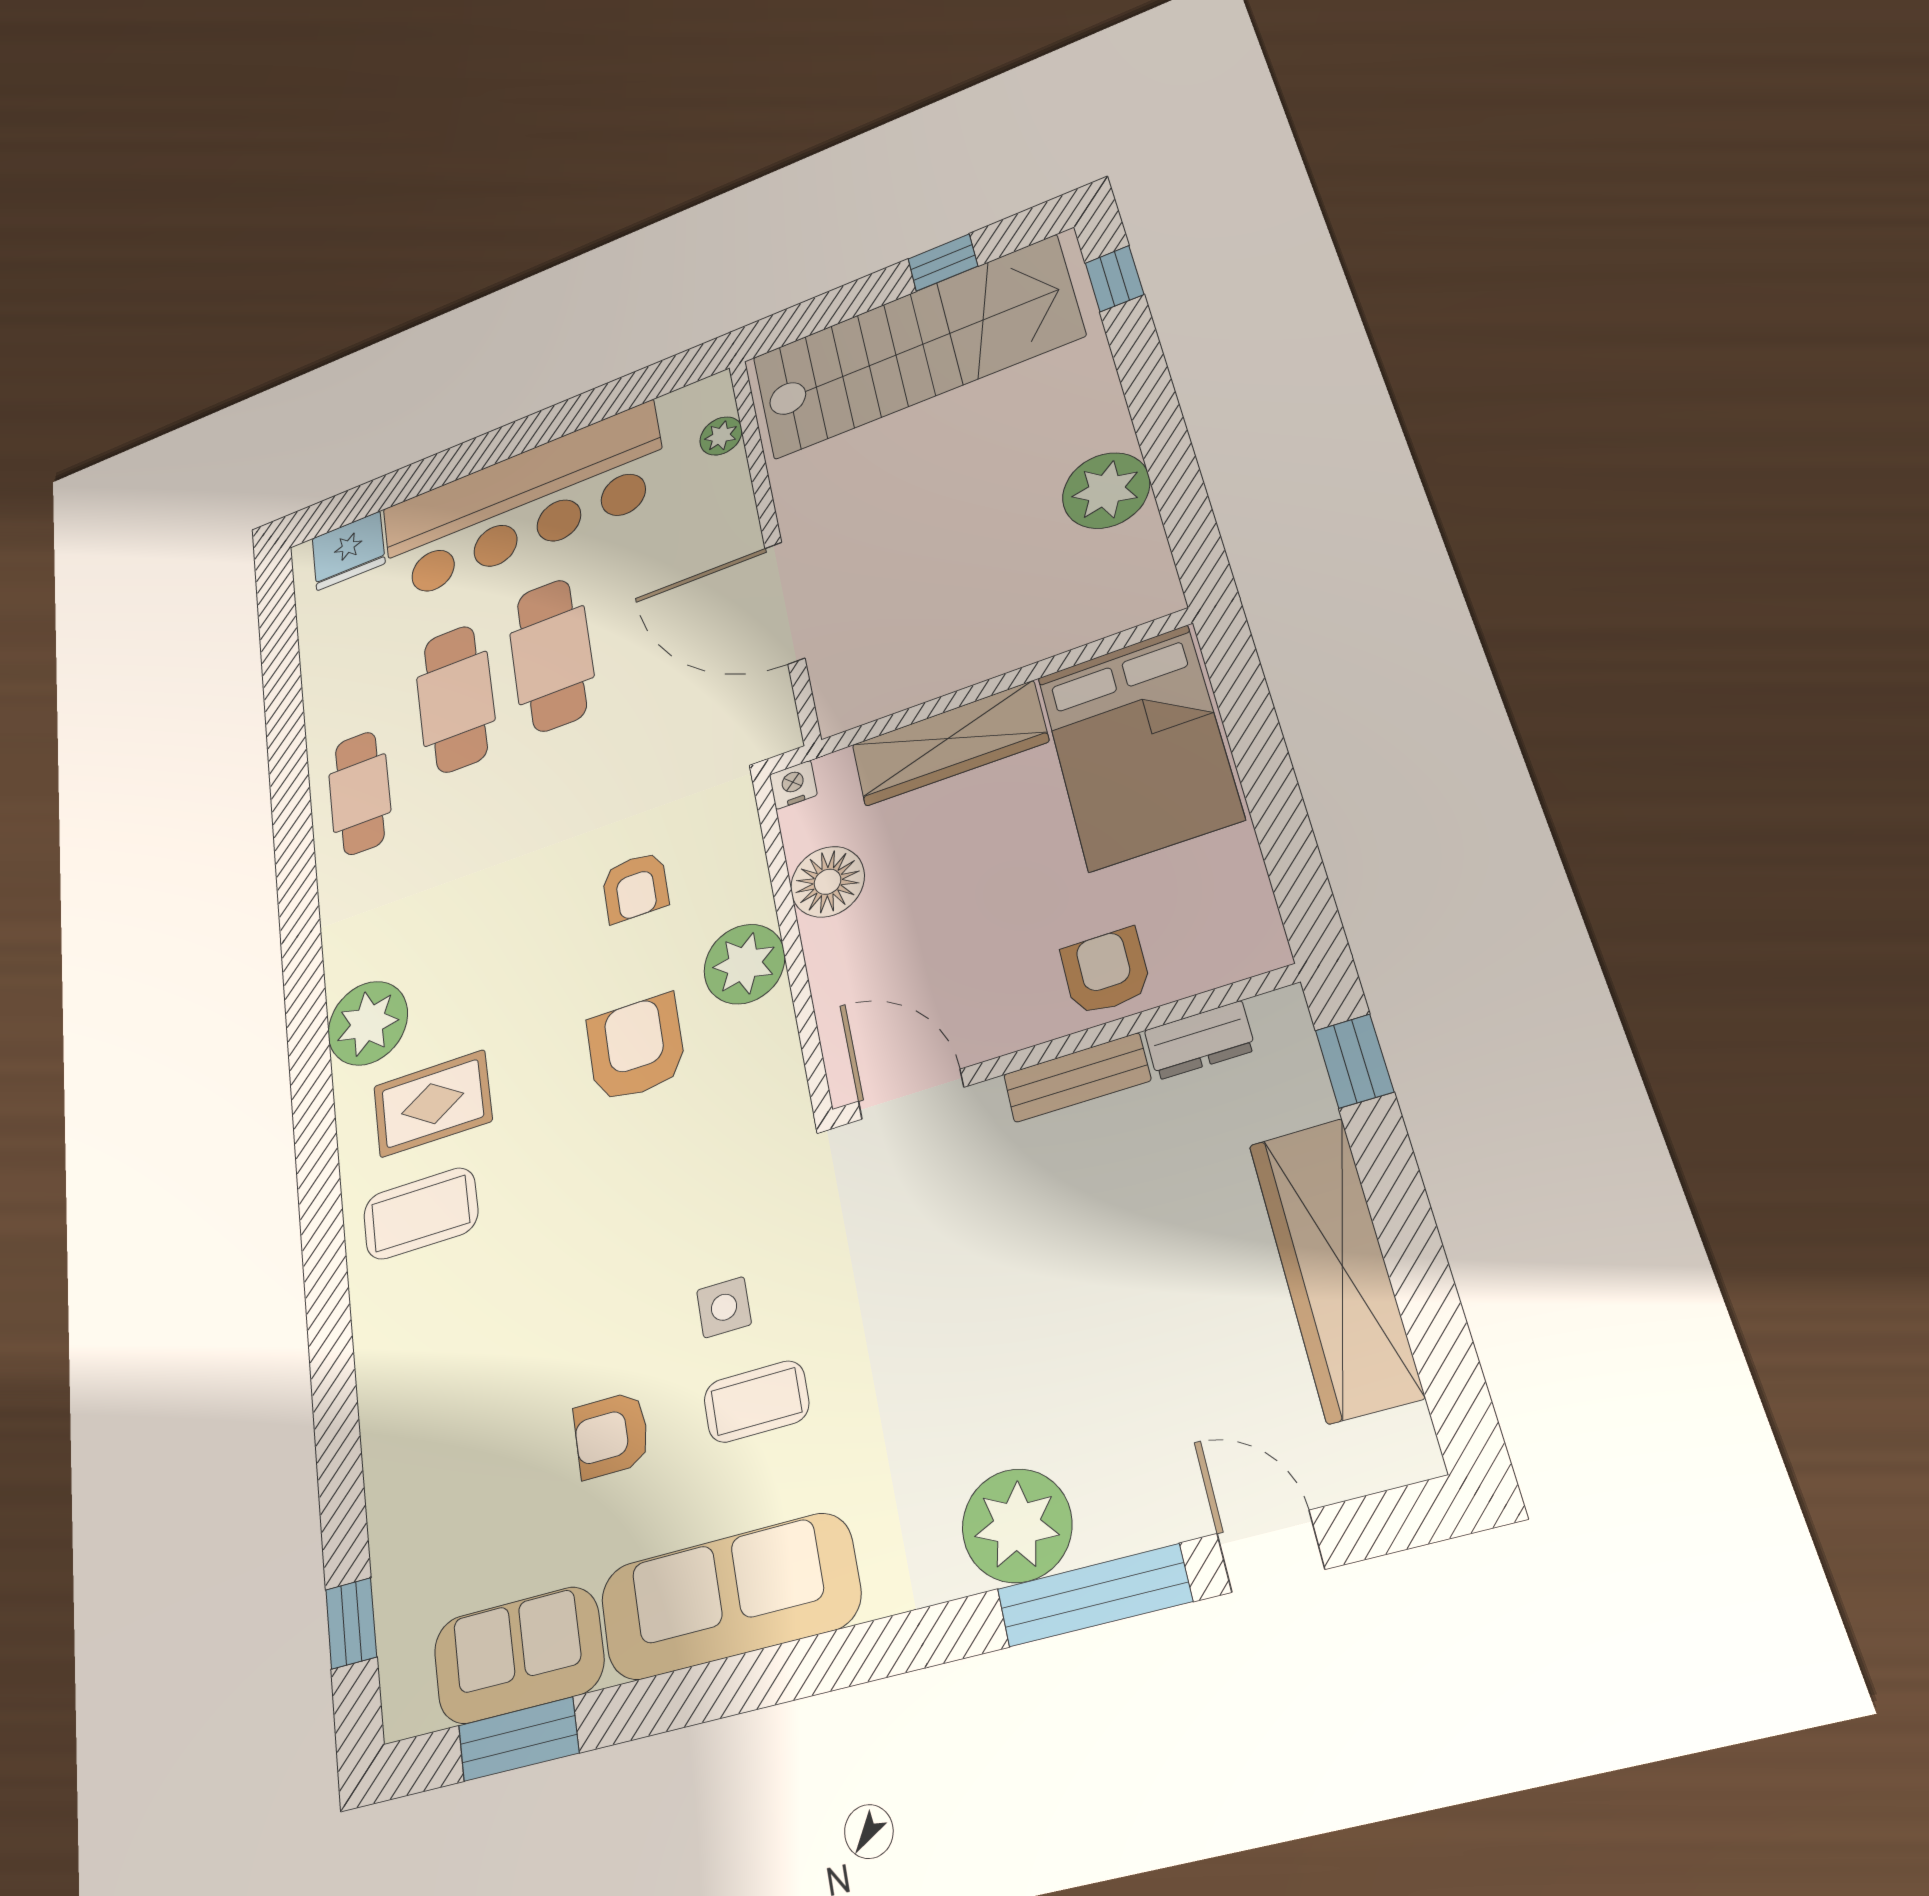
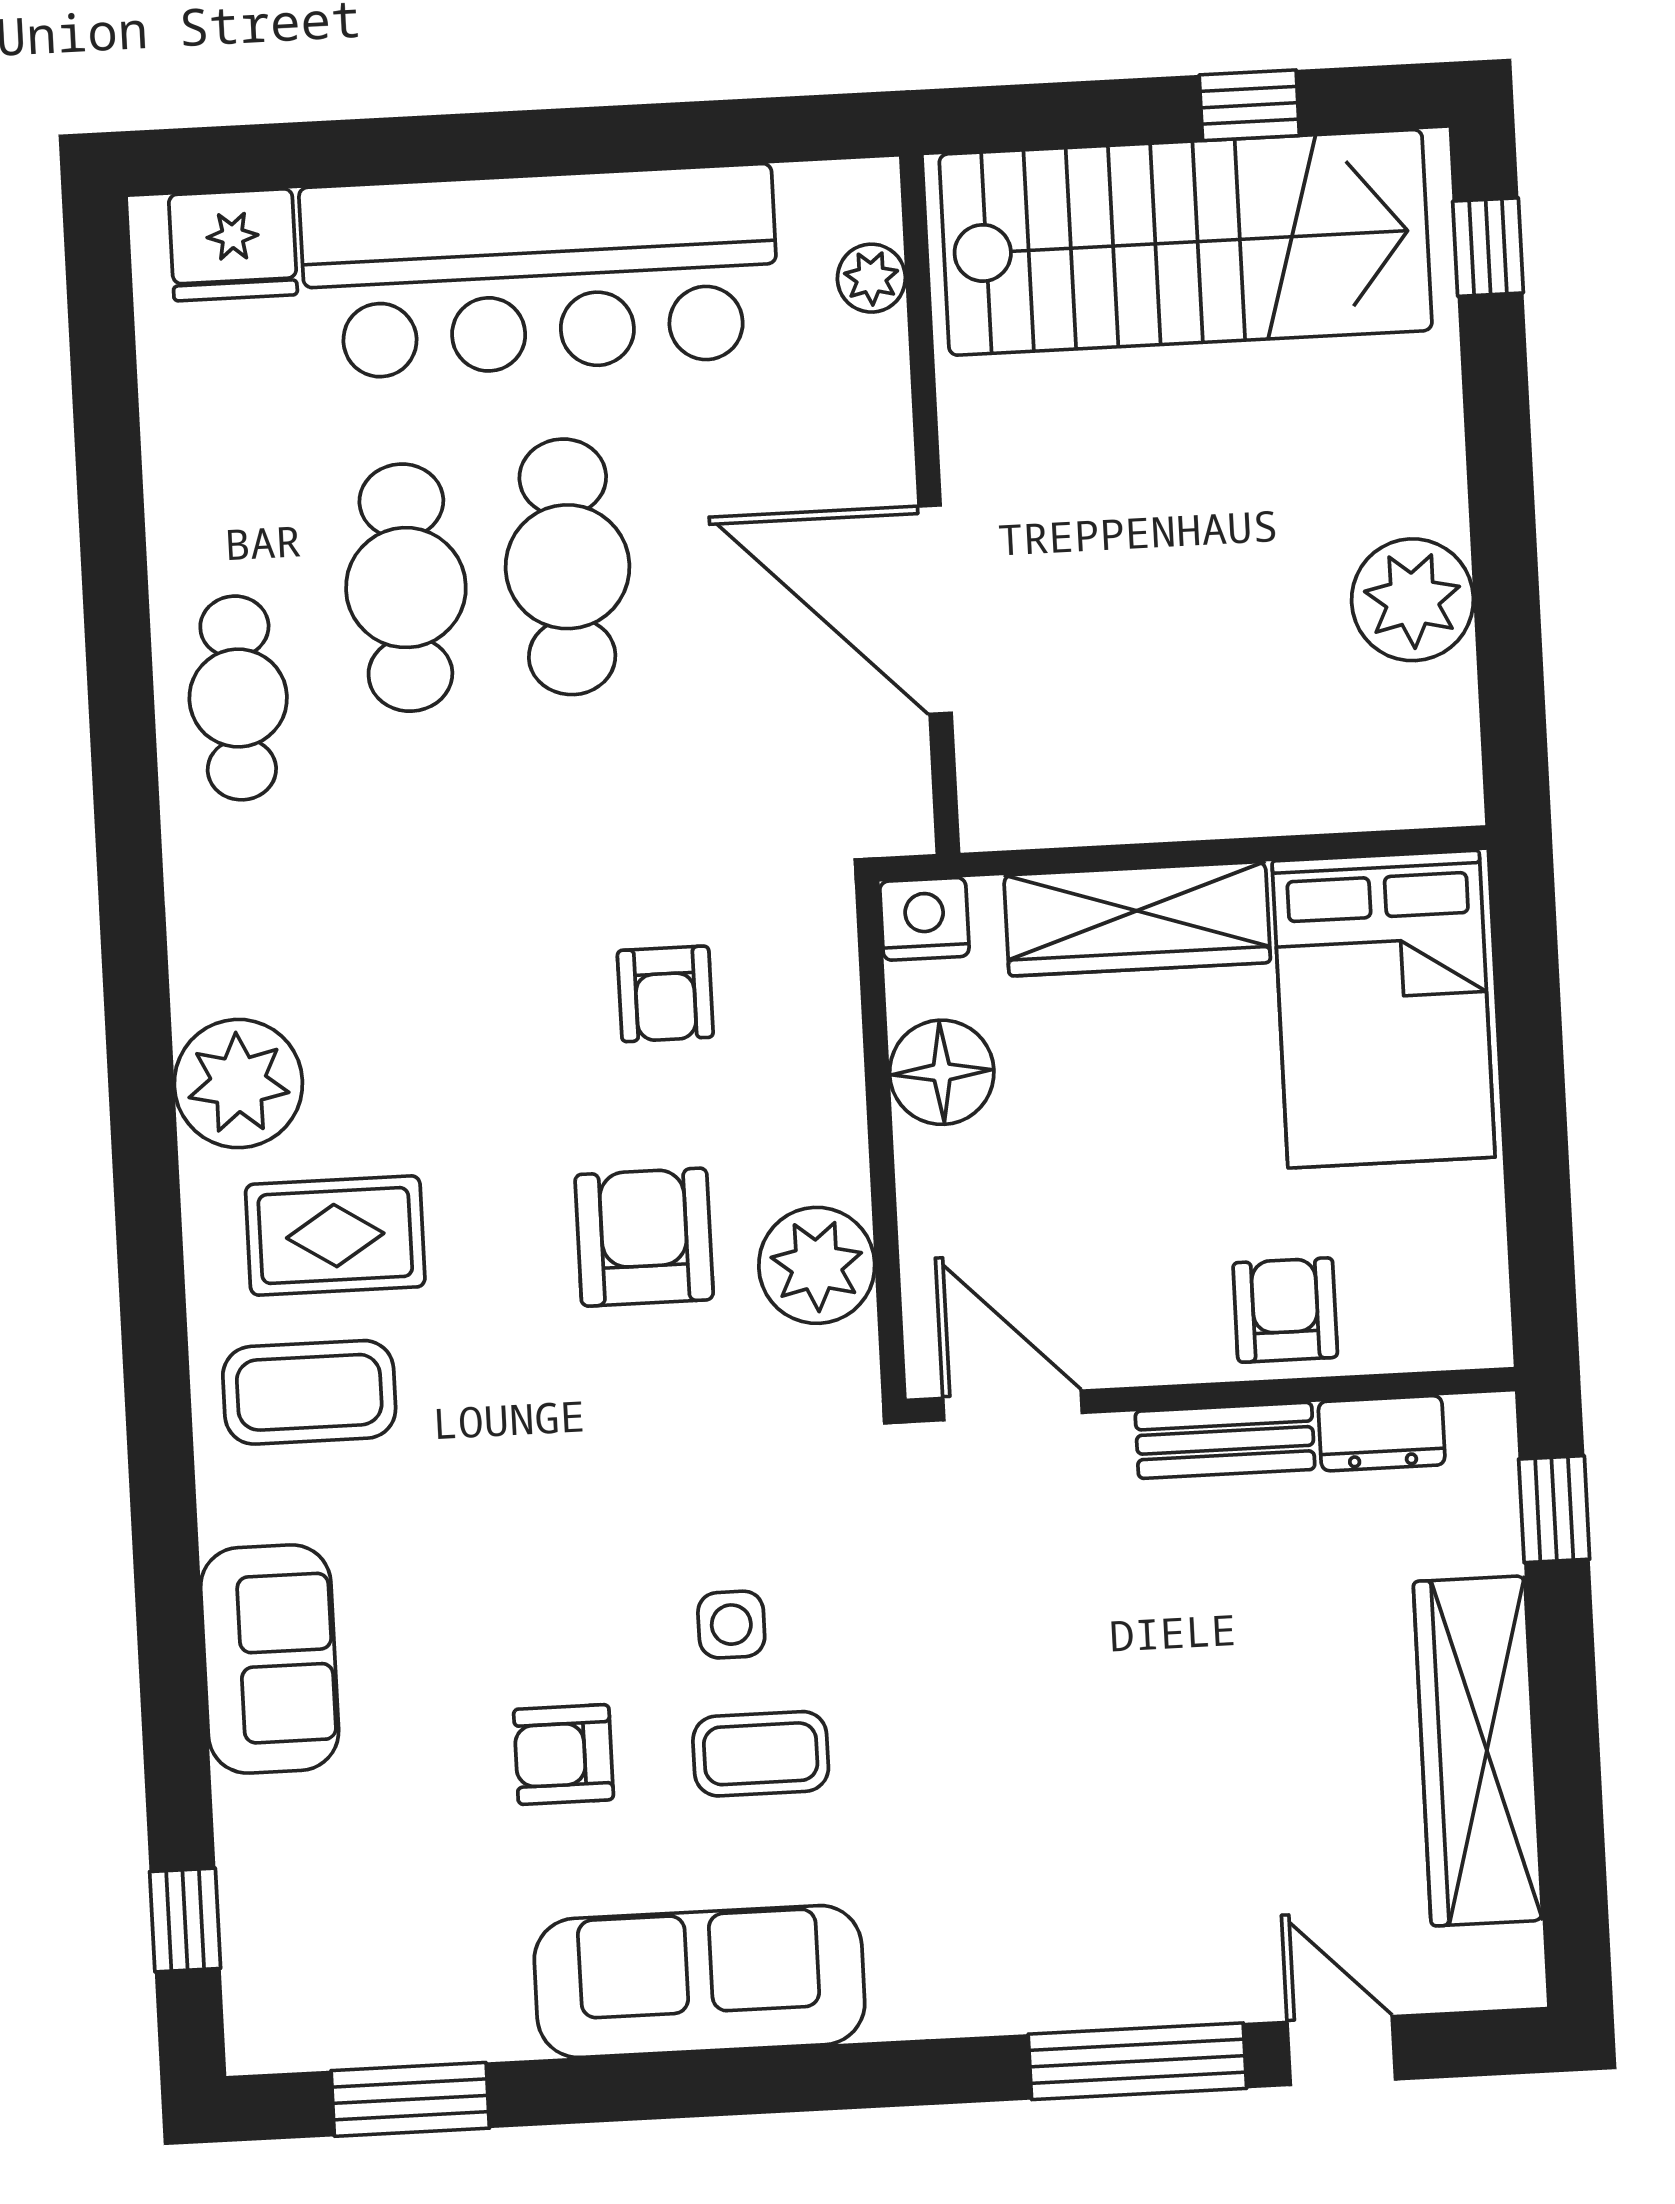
nightstand: (793, 785) -> (924, 919), width x1.39, depth x1.35
plant: (744, 964) -> (817, 1265), moved
plant: (1017, 1526) -> (1062, 1967), removed
sofa: (518, 1655) -> (270, 1659), moved, turned 90

